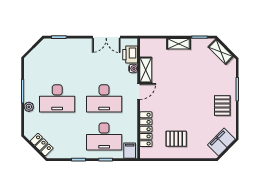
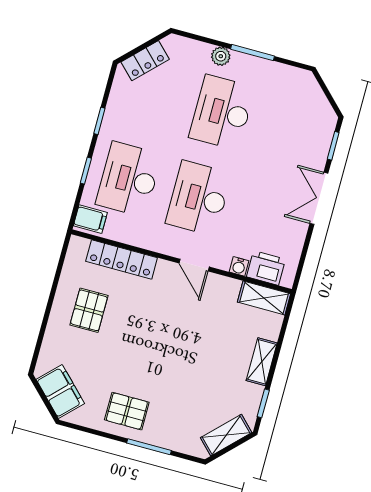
double door: (106, 37) -> (319, 198), moved
shelving: (146, 70) -> (264, 298), moved

